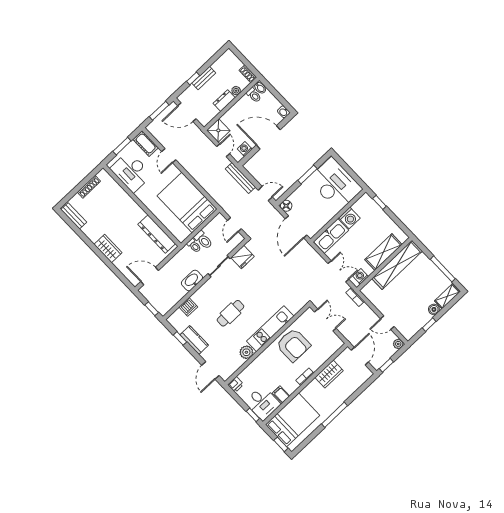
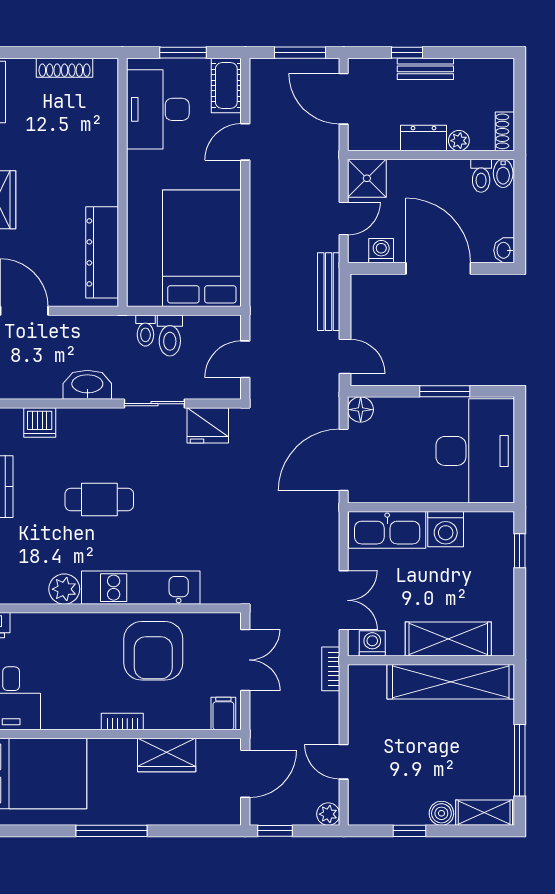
filing cabinet: (281, 395) -> (223, 713), moved

